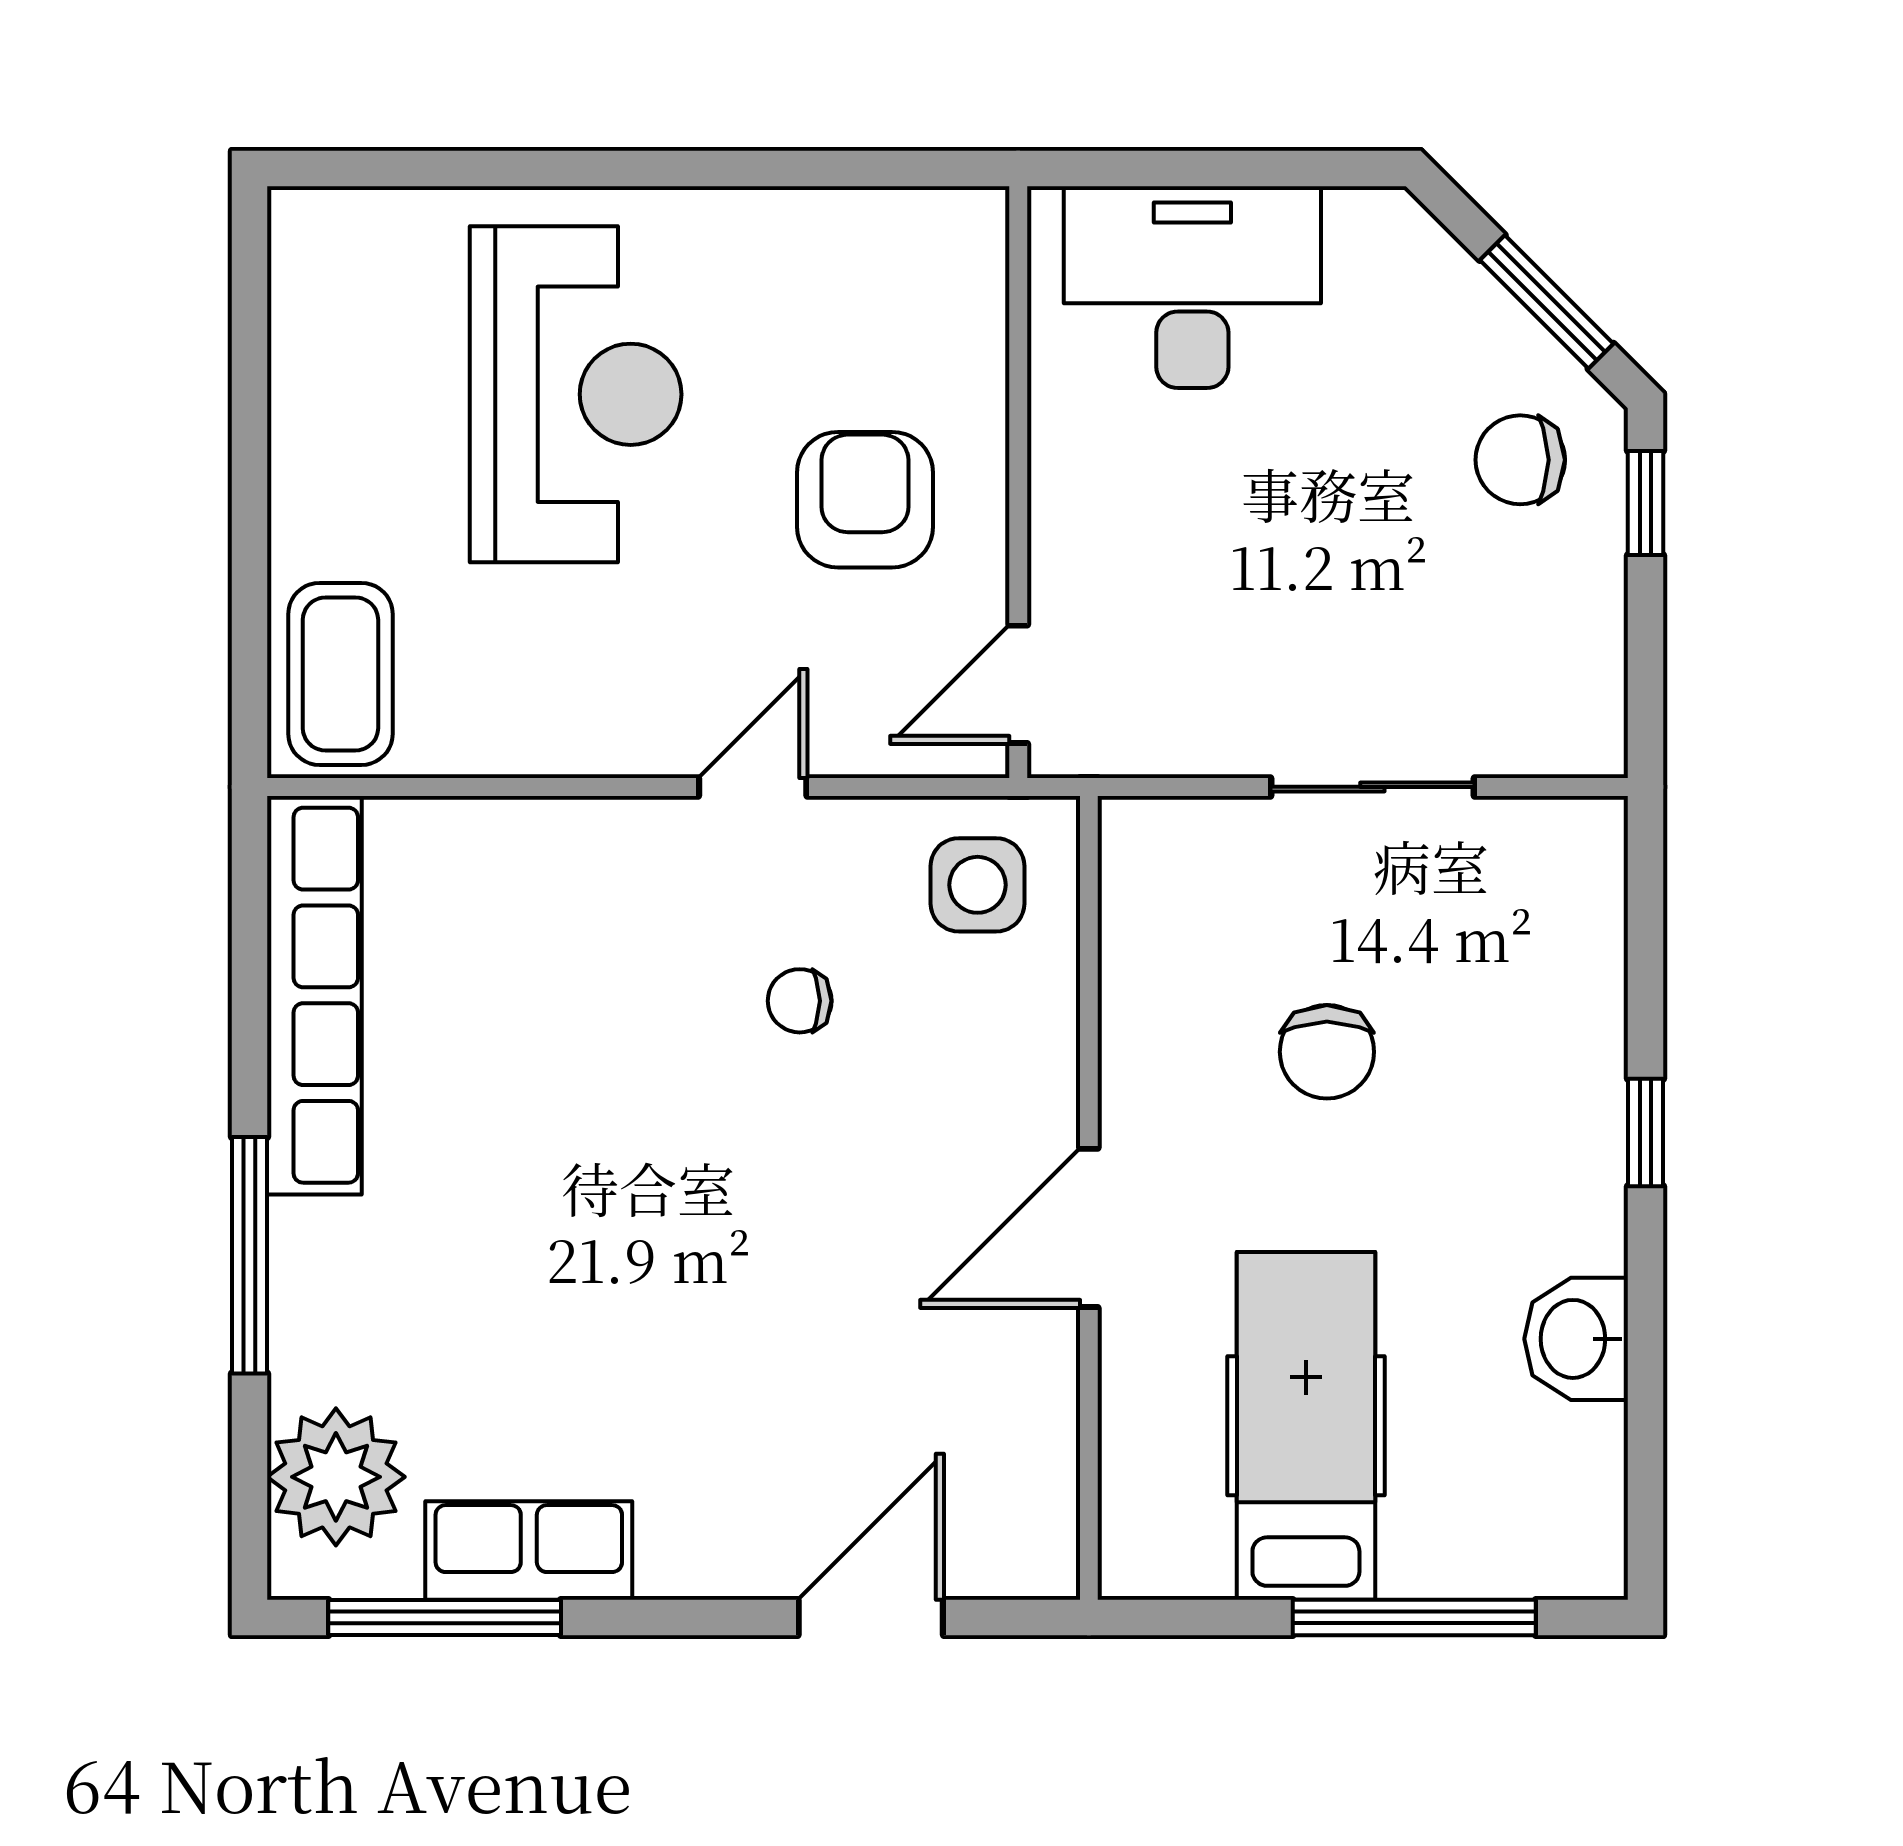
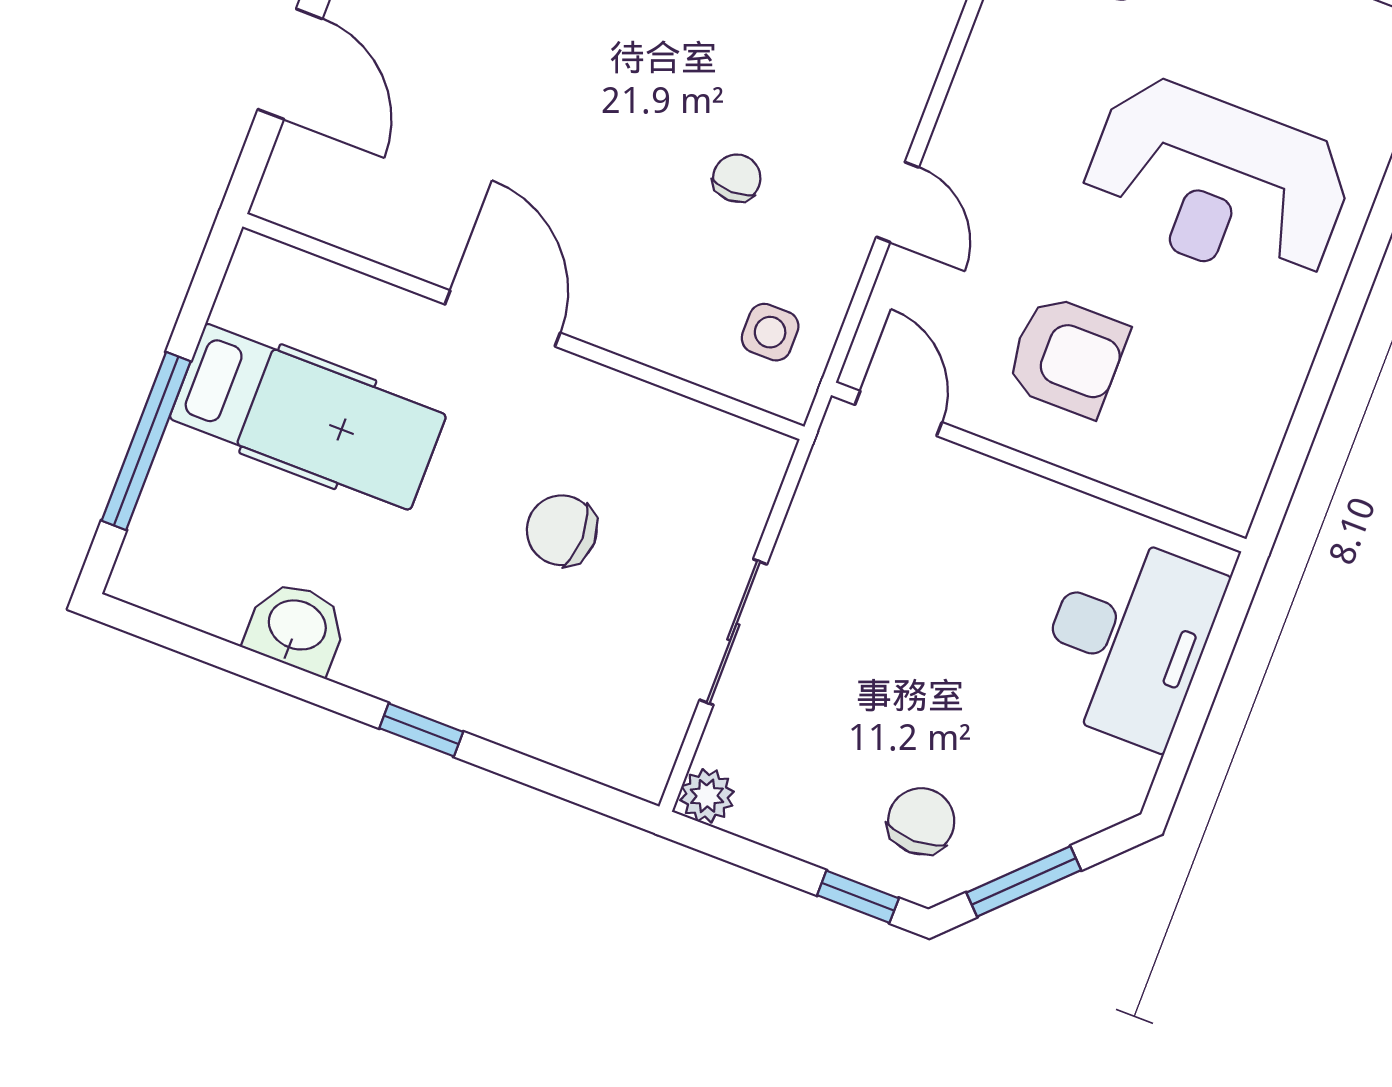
plant: (1591, 741) -> (707, 796), added
side table: (978, 885) -> (770, 332), width x0.73, depth x0.73

